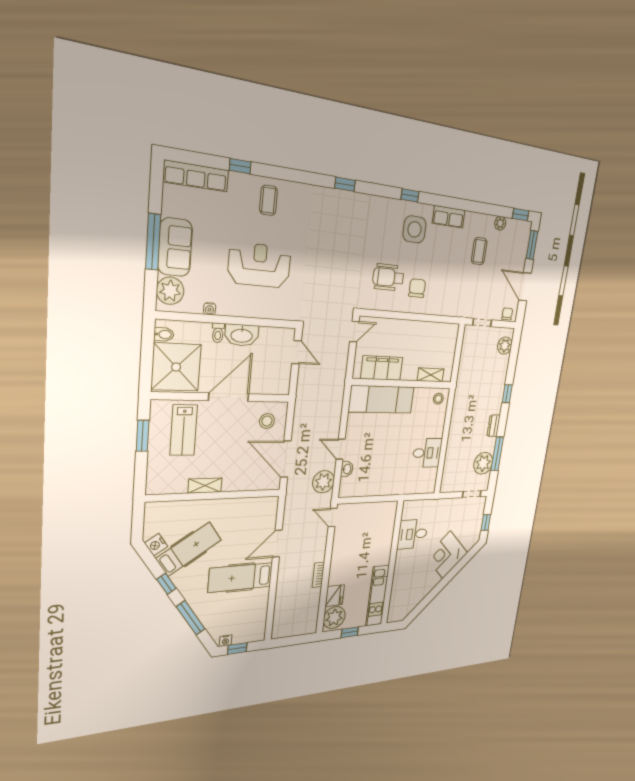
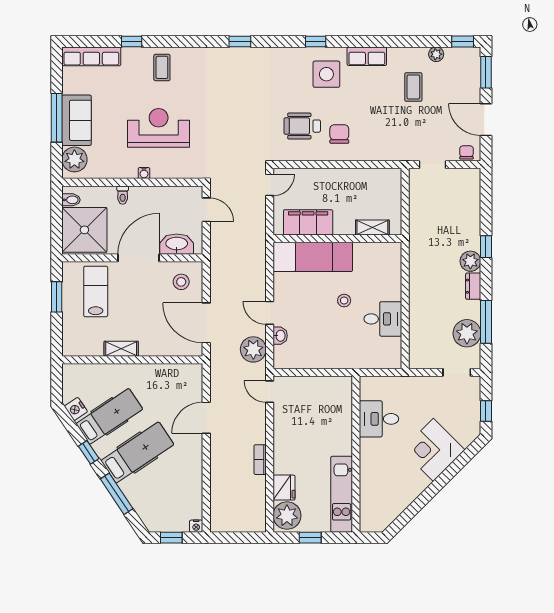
water cooler: (210, 309) -> (144, 173), moved
washbasin: (242, 335) -> (177, 244), moved, turned 180
plant: (505, 346) -> (470, 261), moved
stool: (438, 399) -> (344, 301), moved
lab bench: (184, 430) -> (96, 291), turned 180
hospital bed: (241, 577) -> (137, 453), moved, turned 146
nightstand: (226, 641) -> (196, 526), moved

